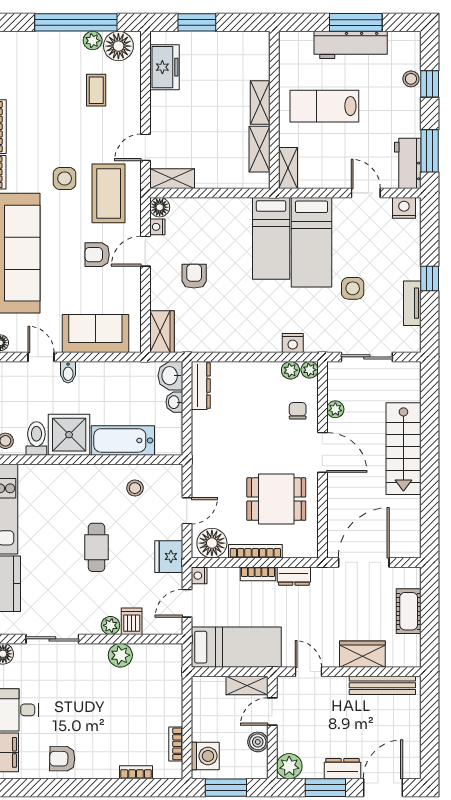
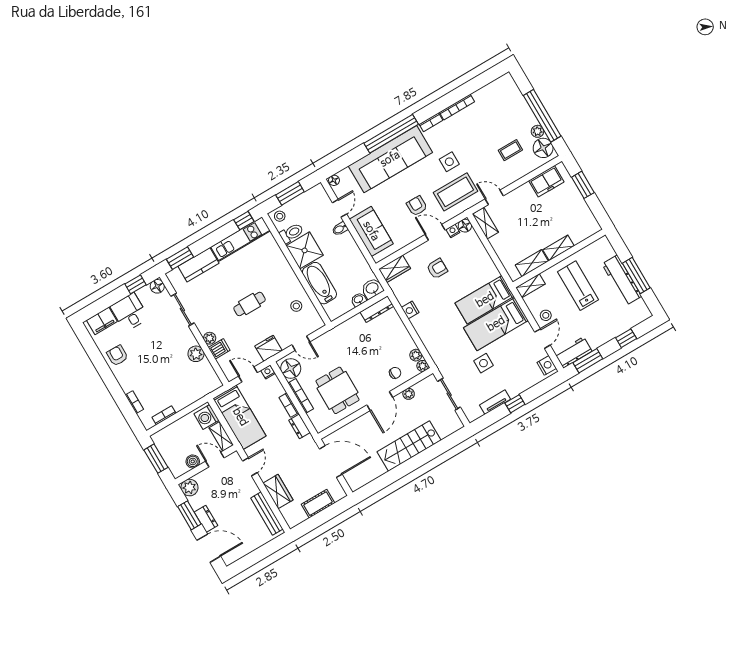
stool: (411, 79) -> (546, 315), moved
nightstand: (293, 343) -> (410, 310), moved
washing machine: (205, 756) -> (206, 417), moved, turned 90

